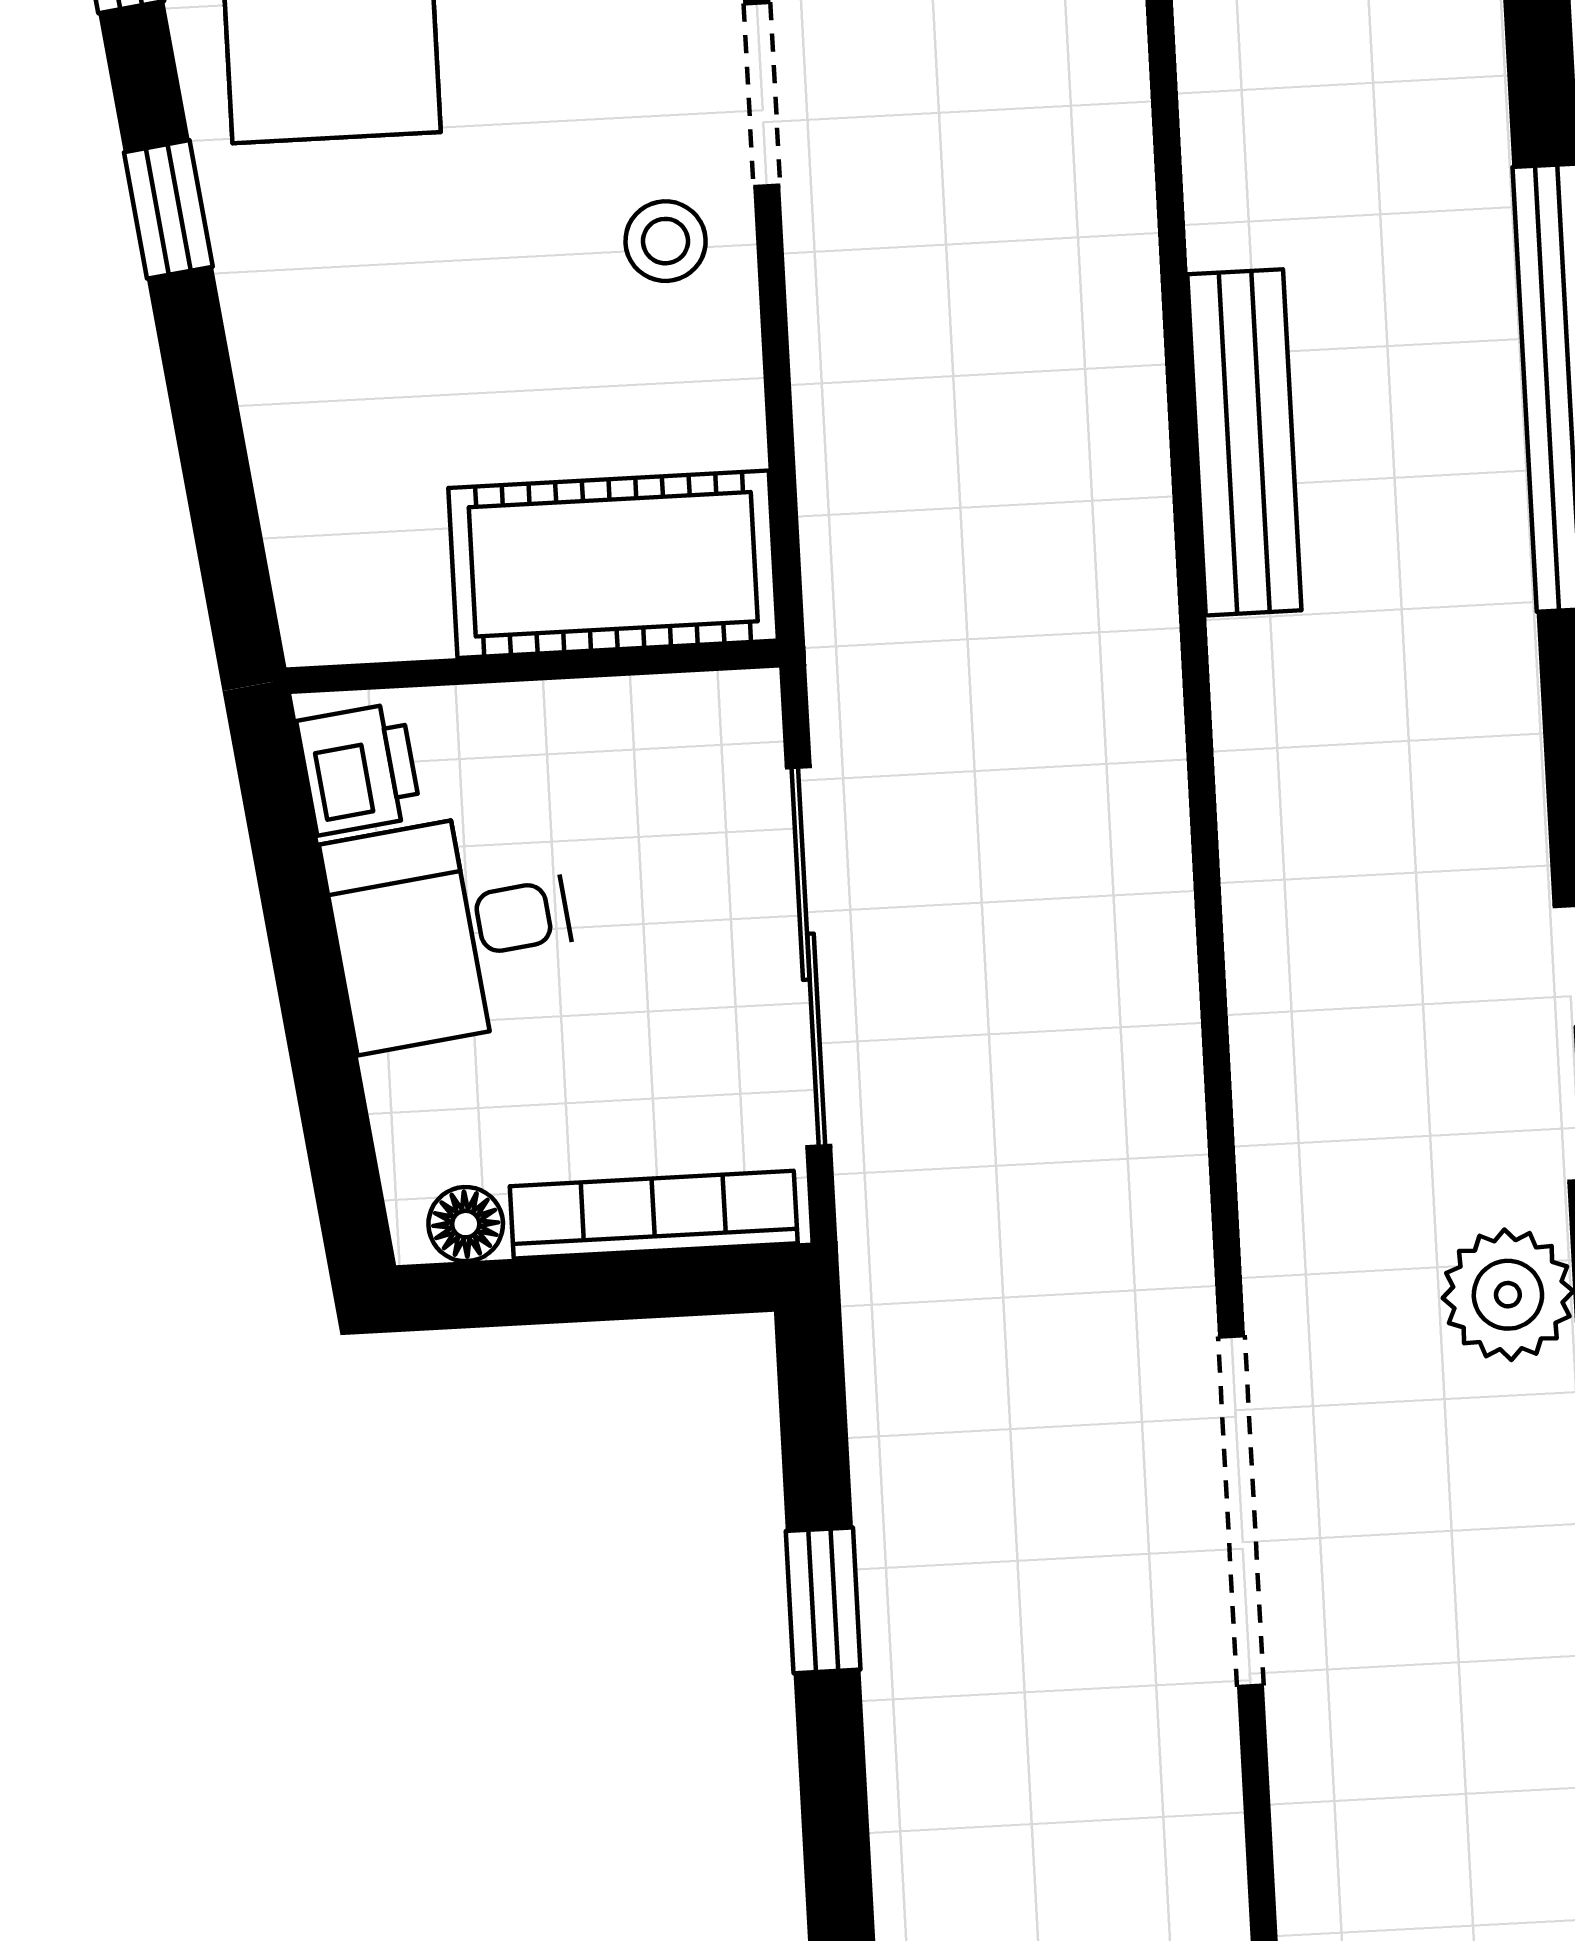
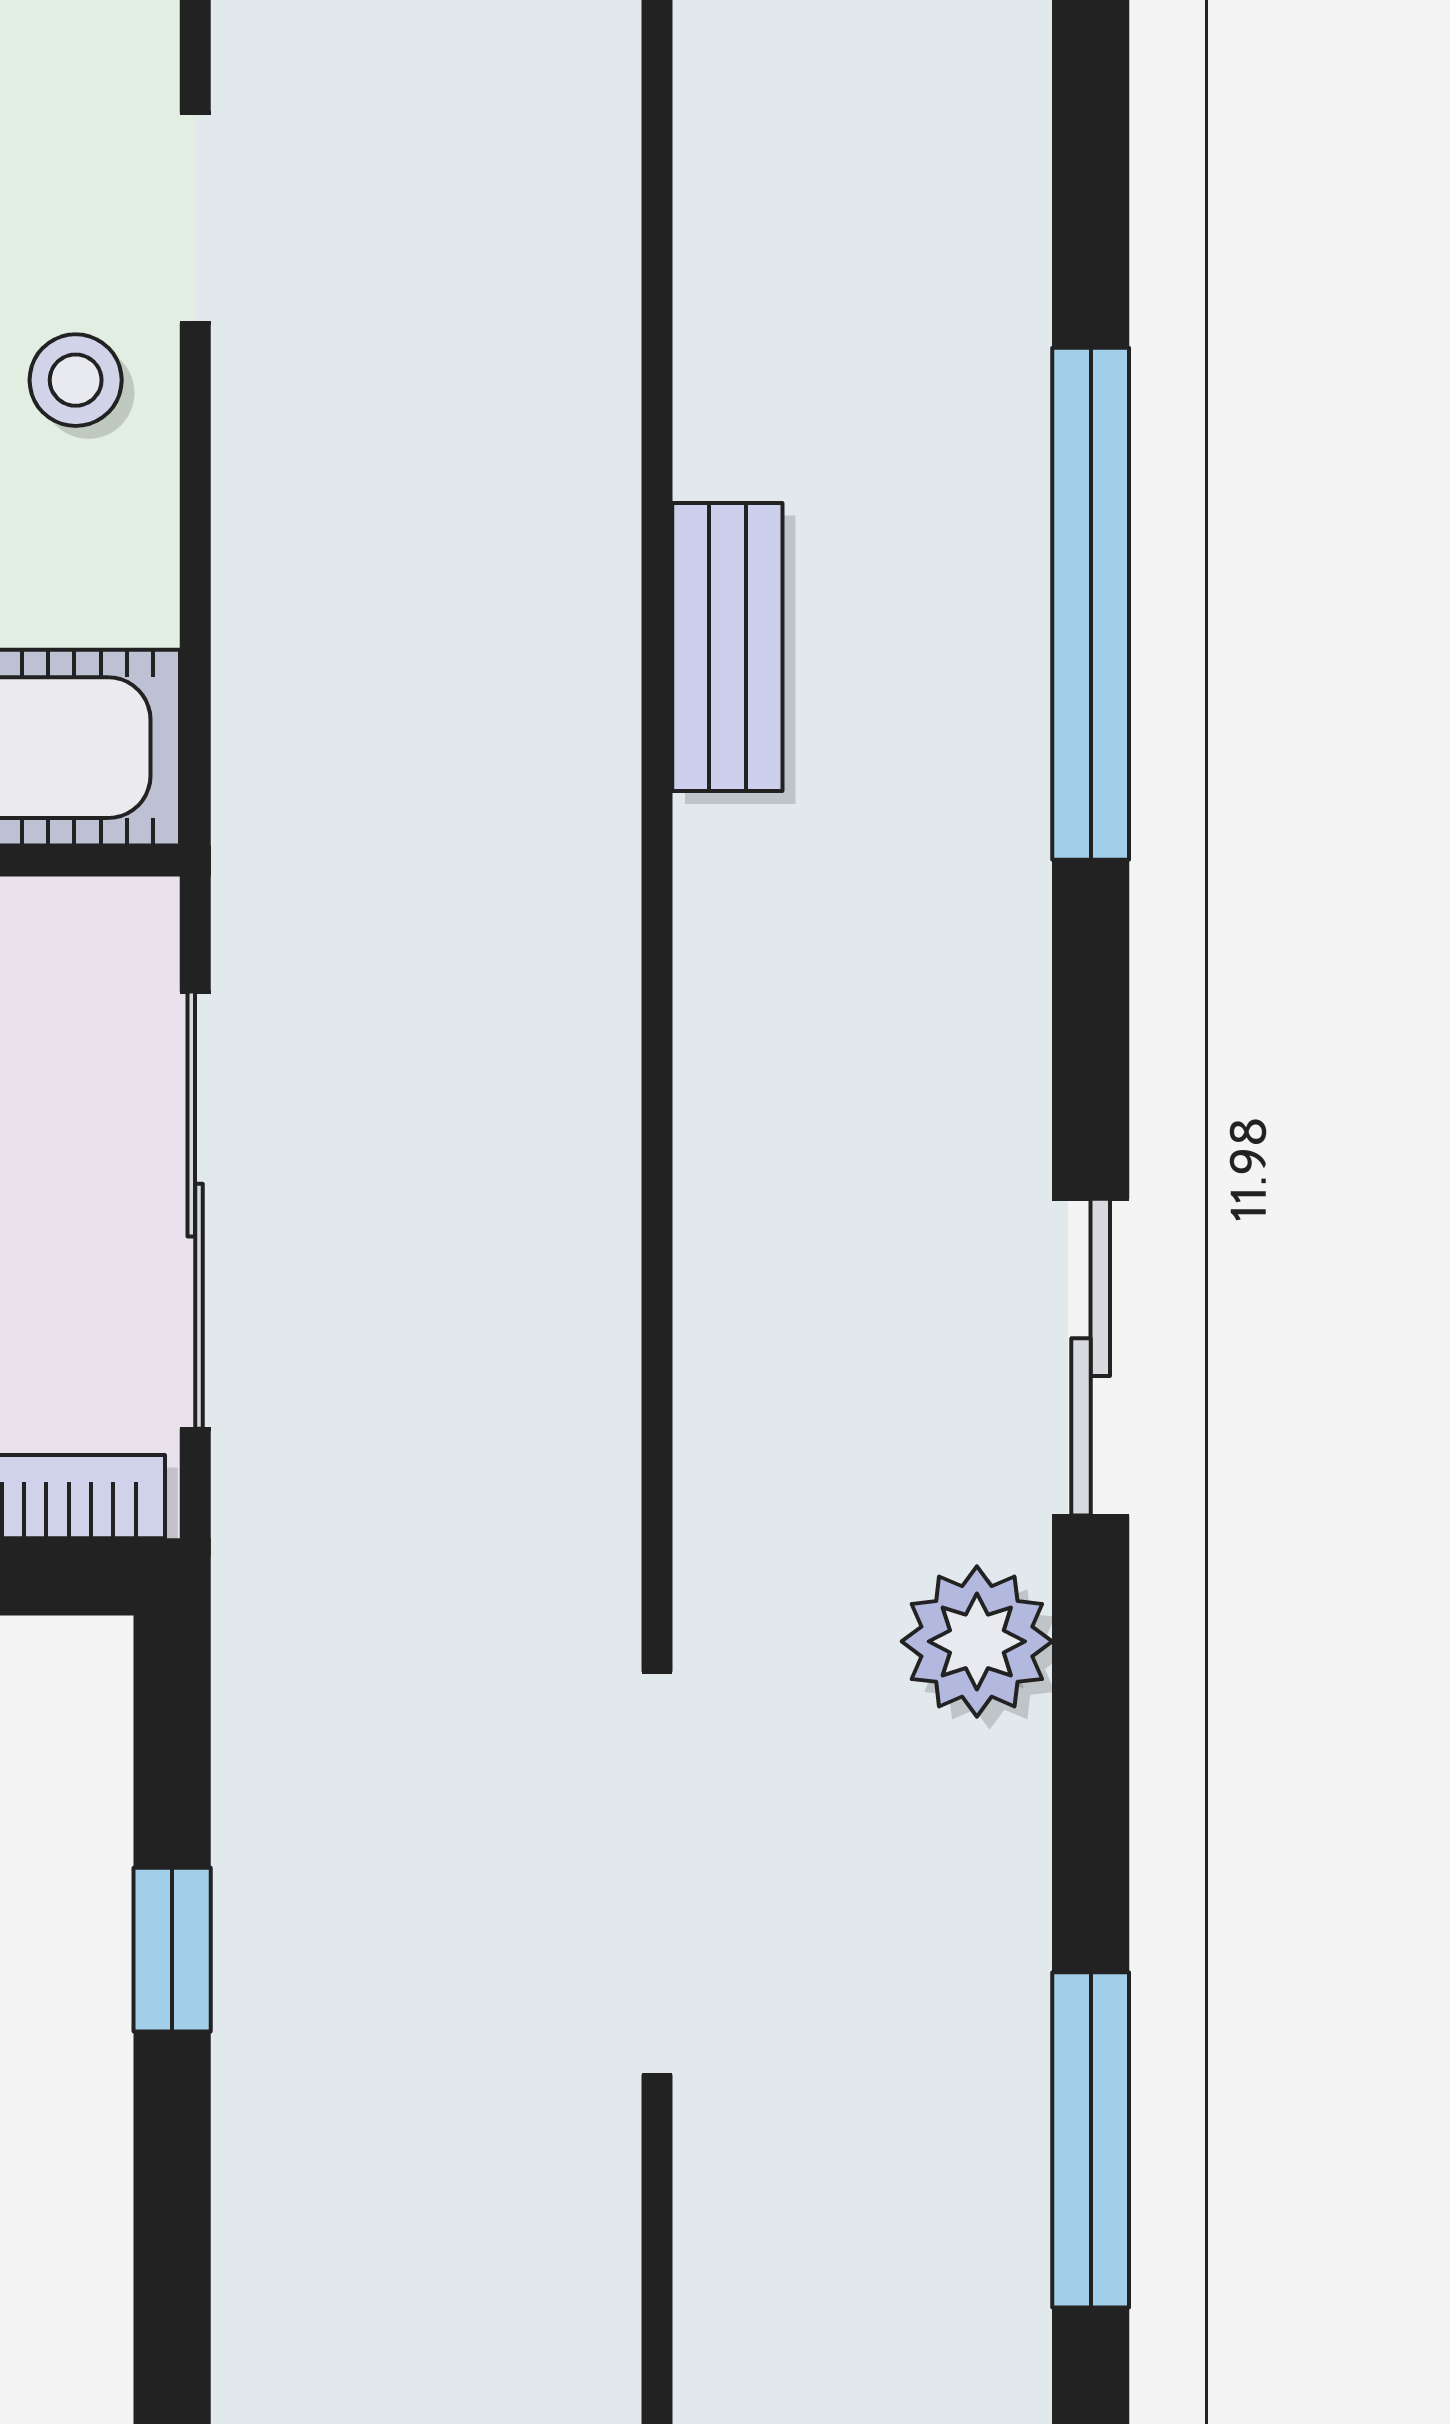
bench: (1244, 442) -> (727, 647), width x0.73

